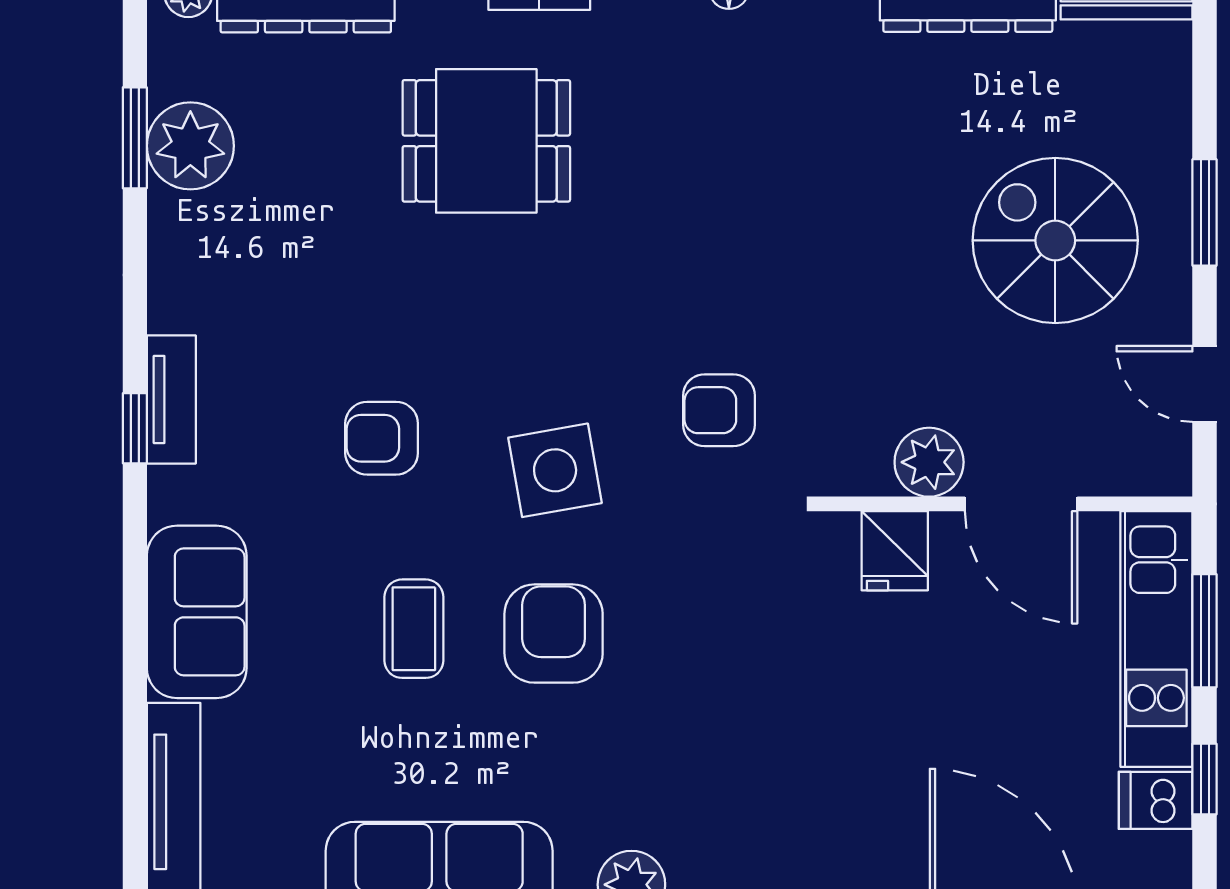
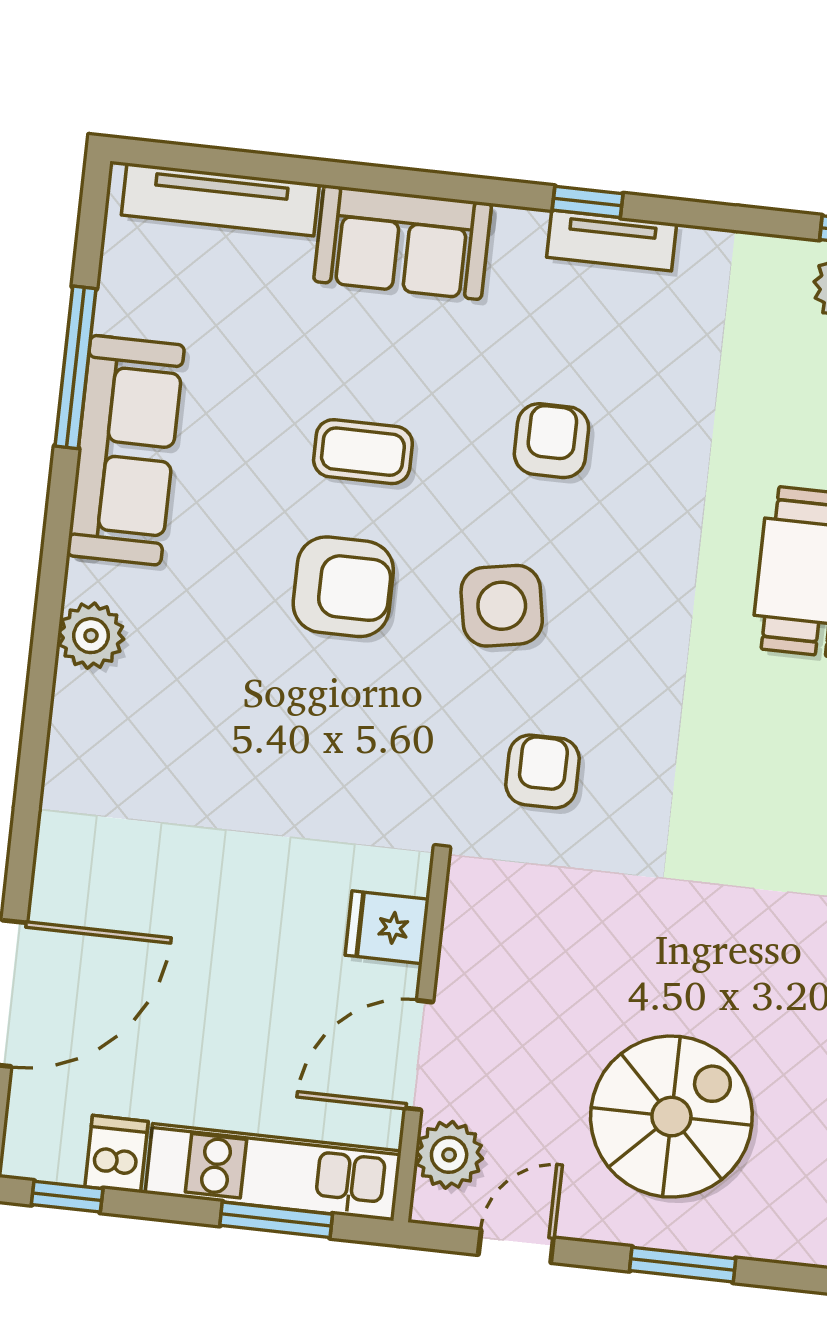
plant: (929, 462) -> (449, 1155), moved
window: (1205, 779) -> (67, 1197), moved

